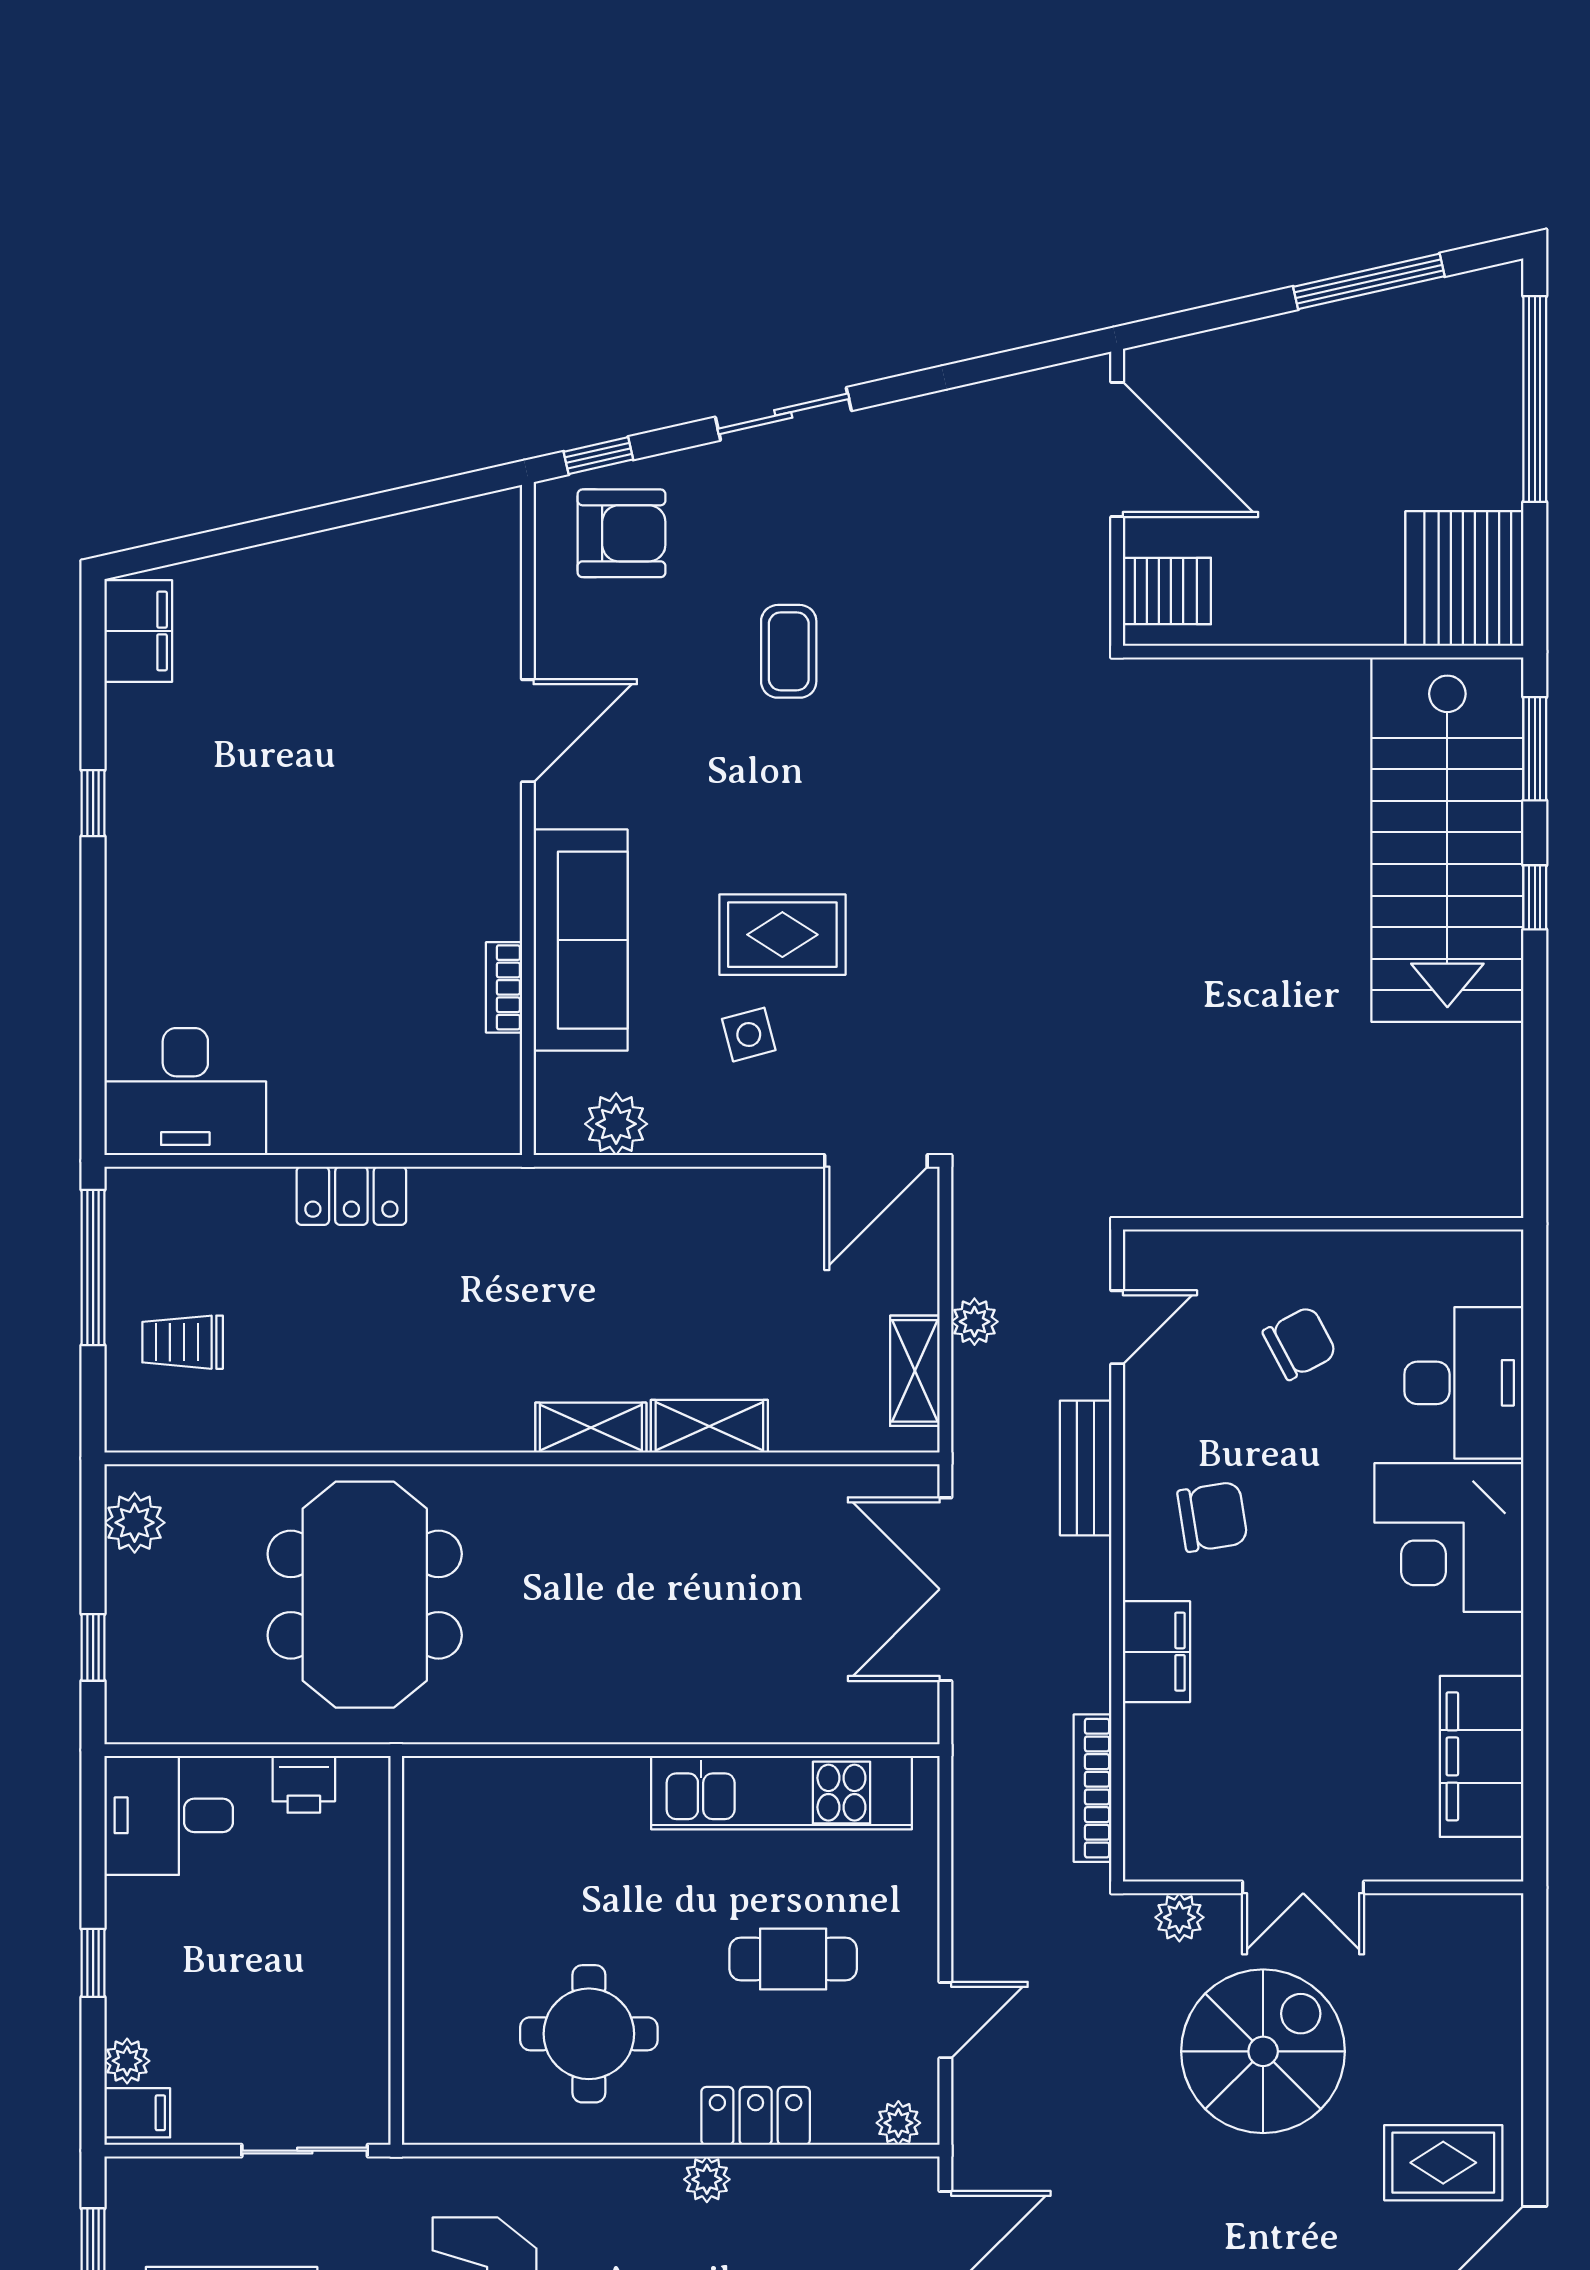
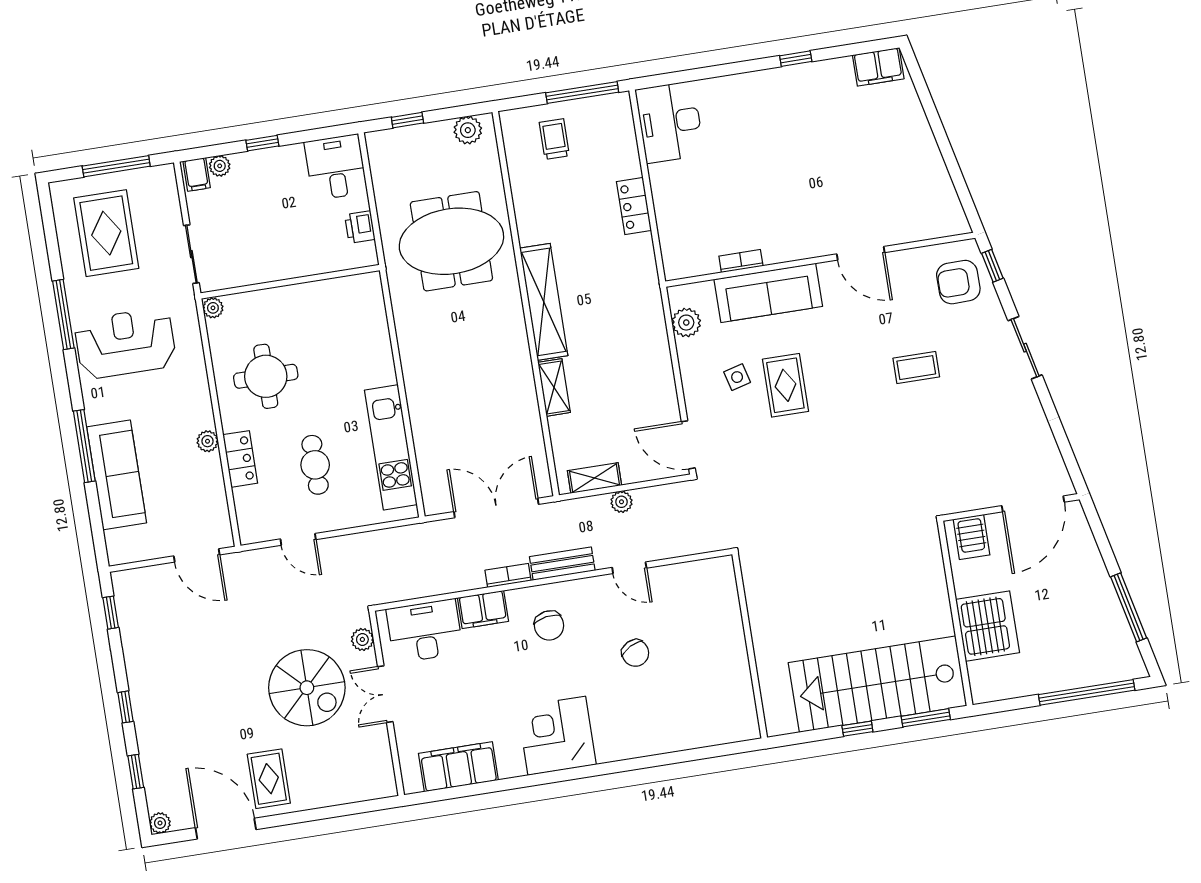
armchair: (622, 533) -> (958, 282), turned 89
server rack: (1464, 579) -> (988, 626), moved, turned 90
wall: (1323, 1224) -> (750, 646), moved
desk: (1464, 1383) -> (425, 631), moved, turned 180
shelving: (591, 1428) -> (544, 302), width x2.20, depth x1.33
bookcase: (1093, 1788) -> (508, 575), moved, width x0.64
plant: (898, 2123) -> (213, 308), moved

